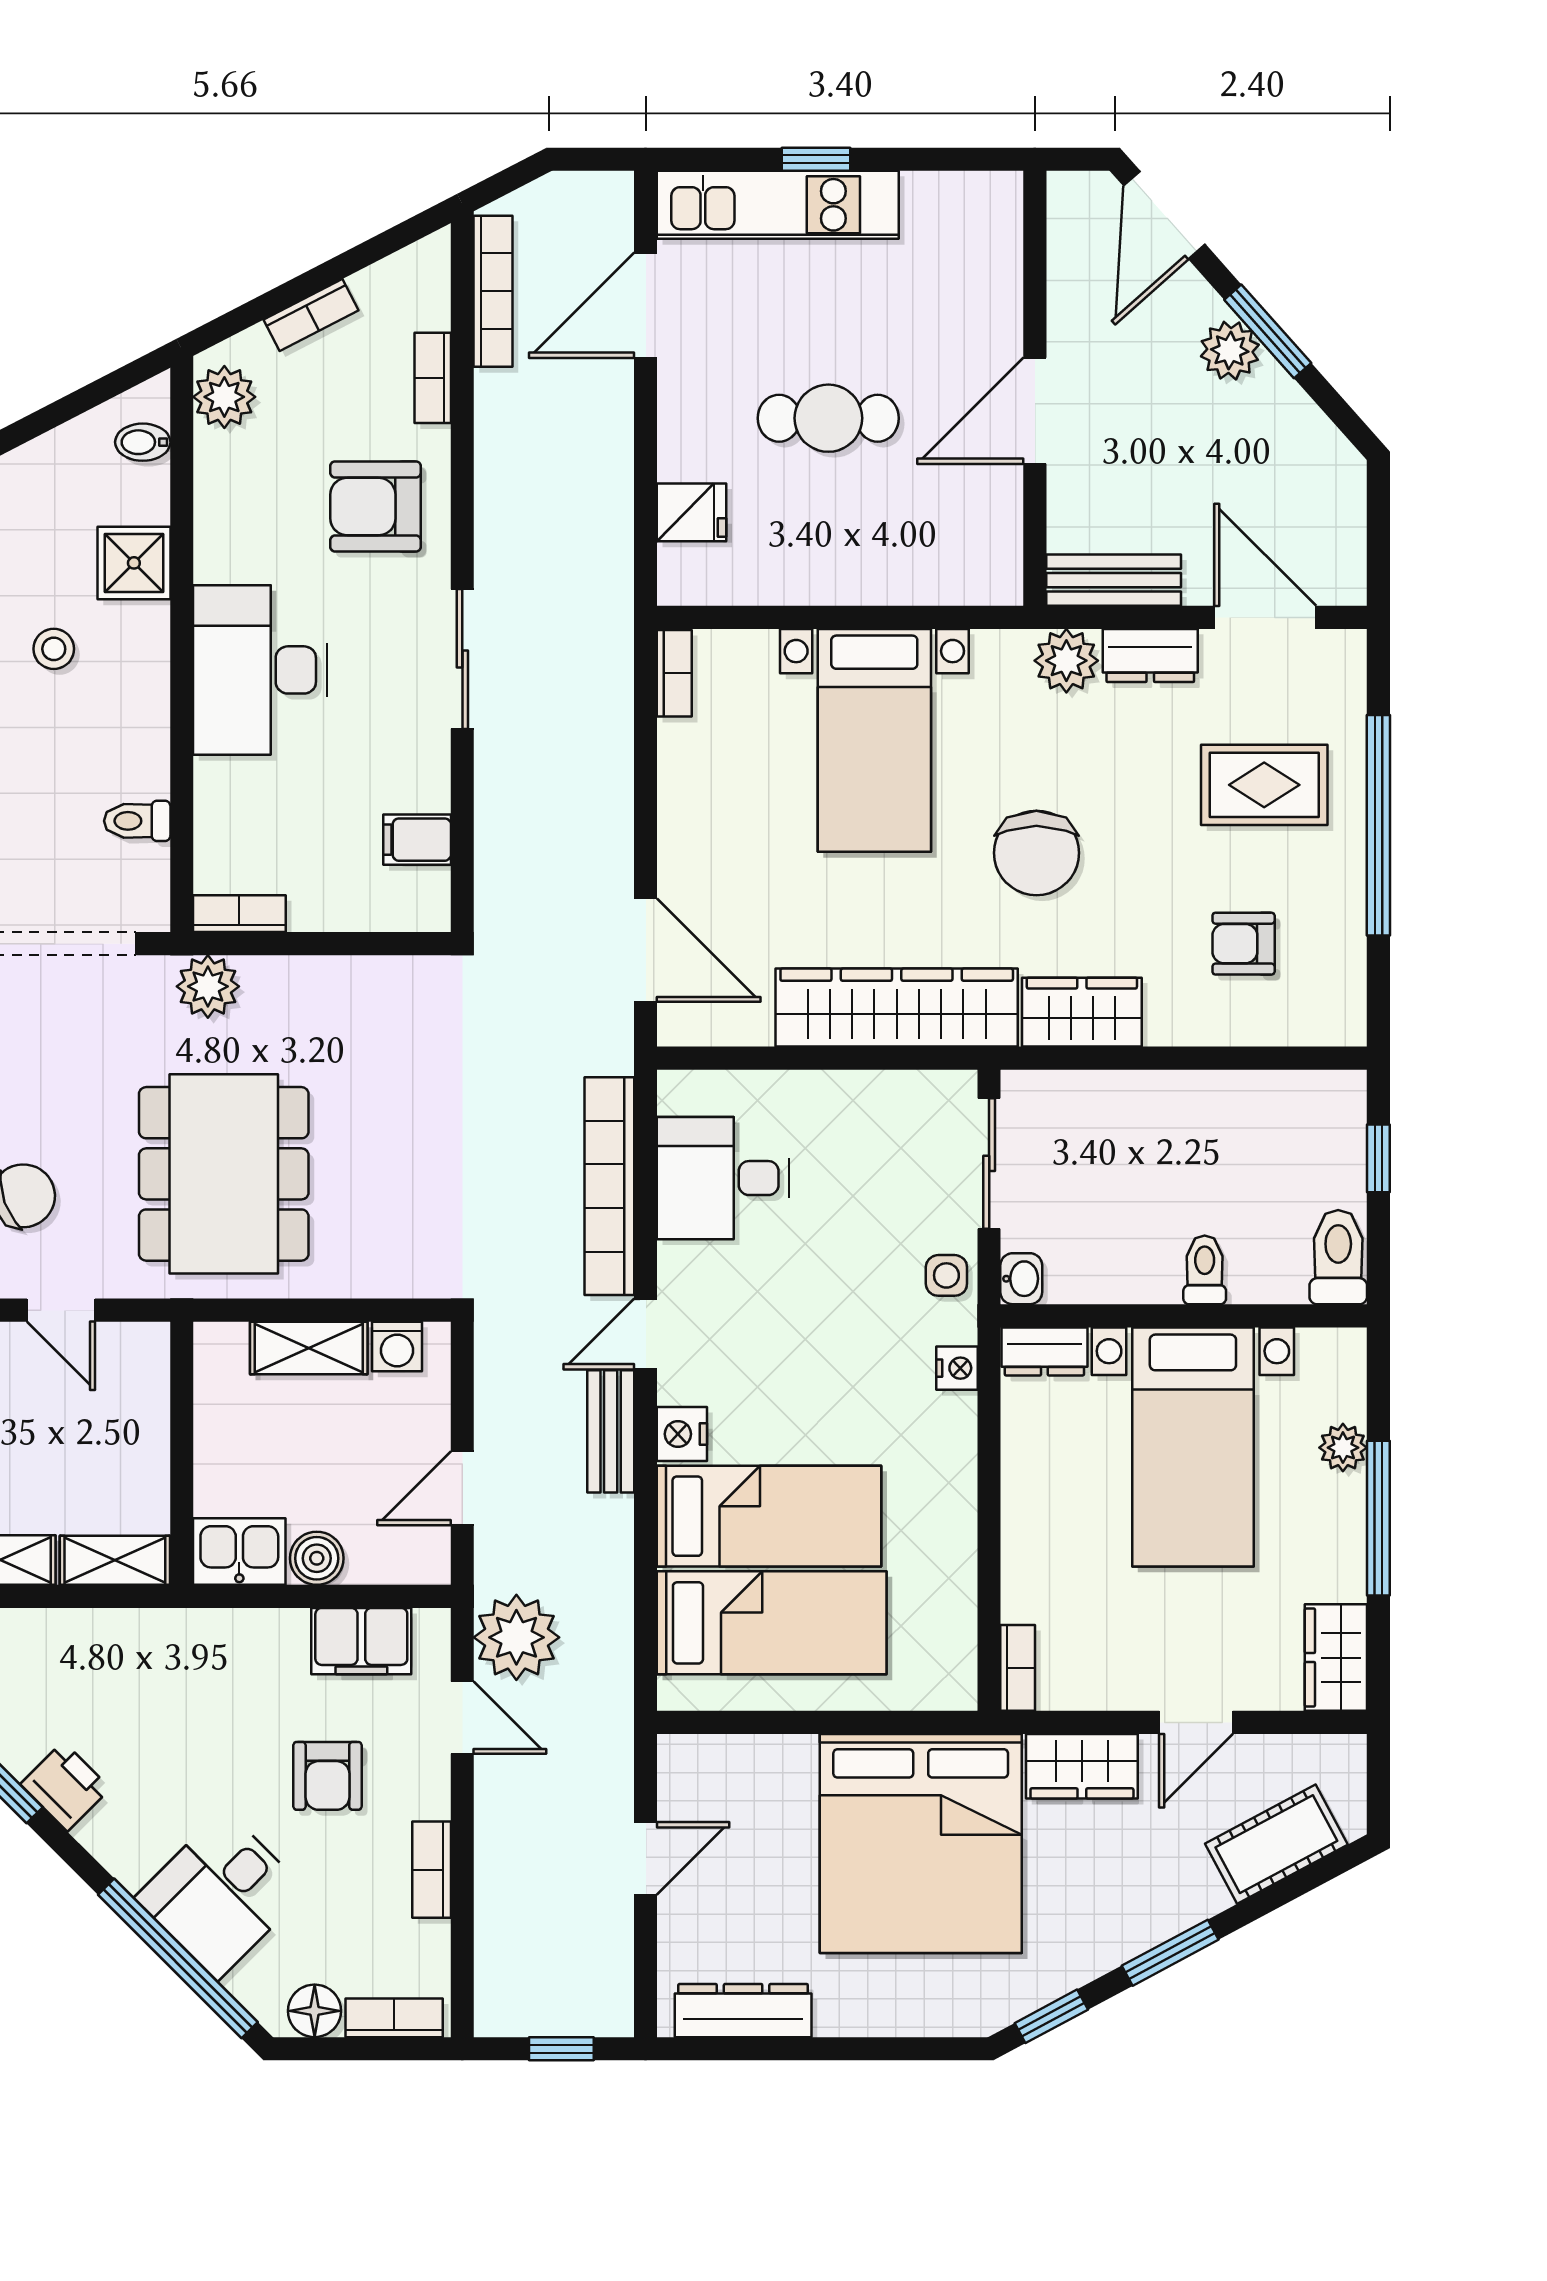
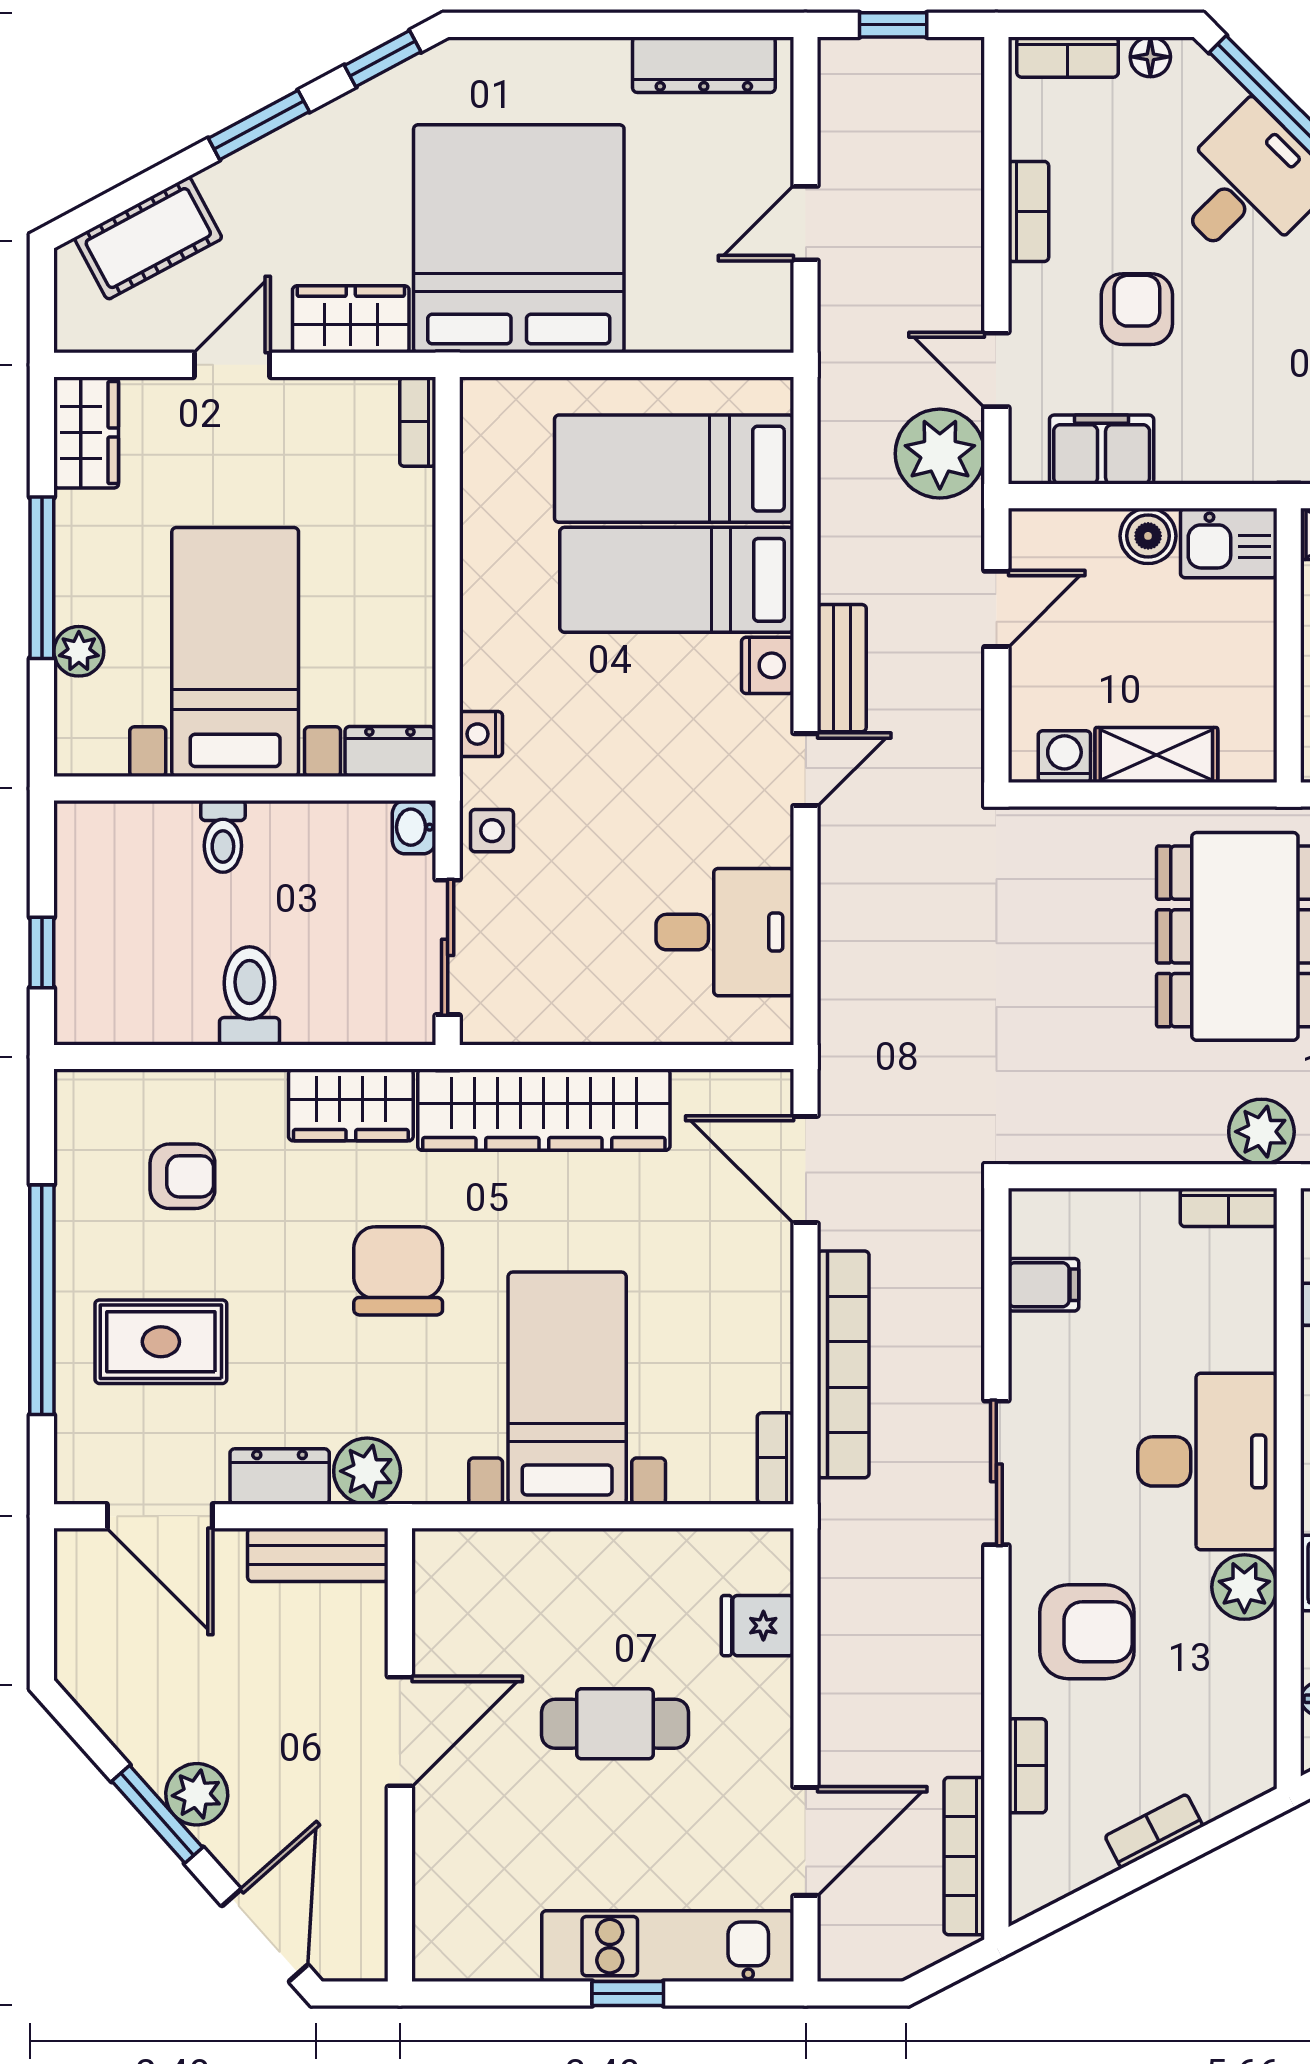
plant: (224, 397) -> (1244, 1587), moved
bookcase: (609, 1186) -> (843, 1364), moved
toilet: (1338, 1257) -> (250, 996), moved, turned 180
floor lamp: (315, 2011) -> (1150, 57), width x0.73, depth x0.73

